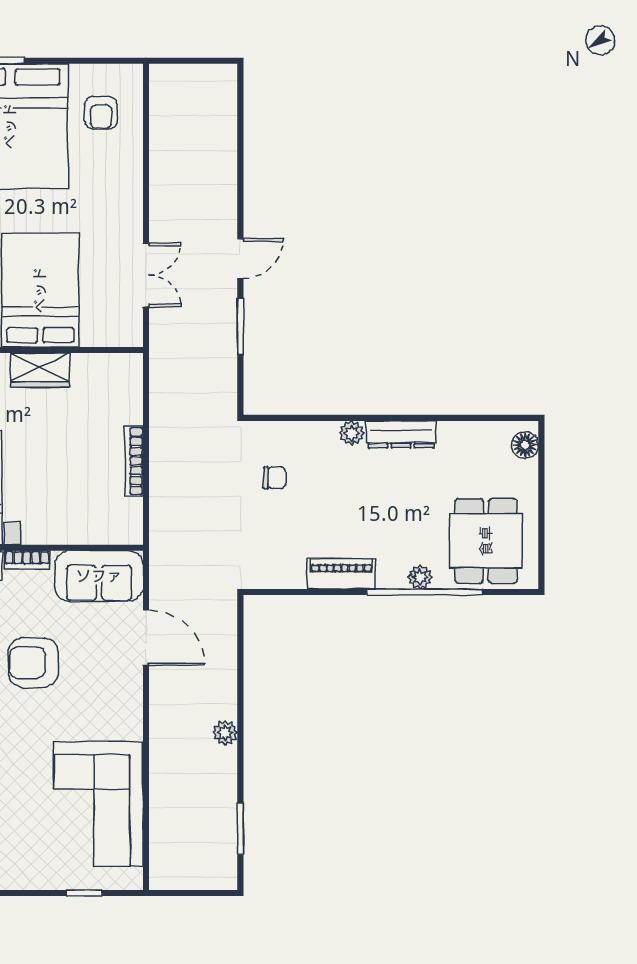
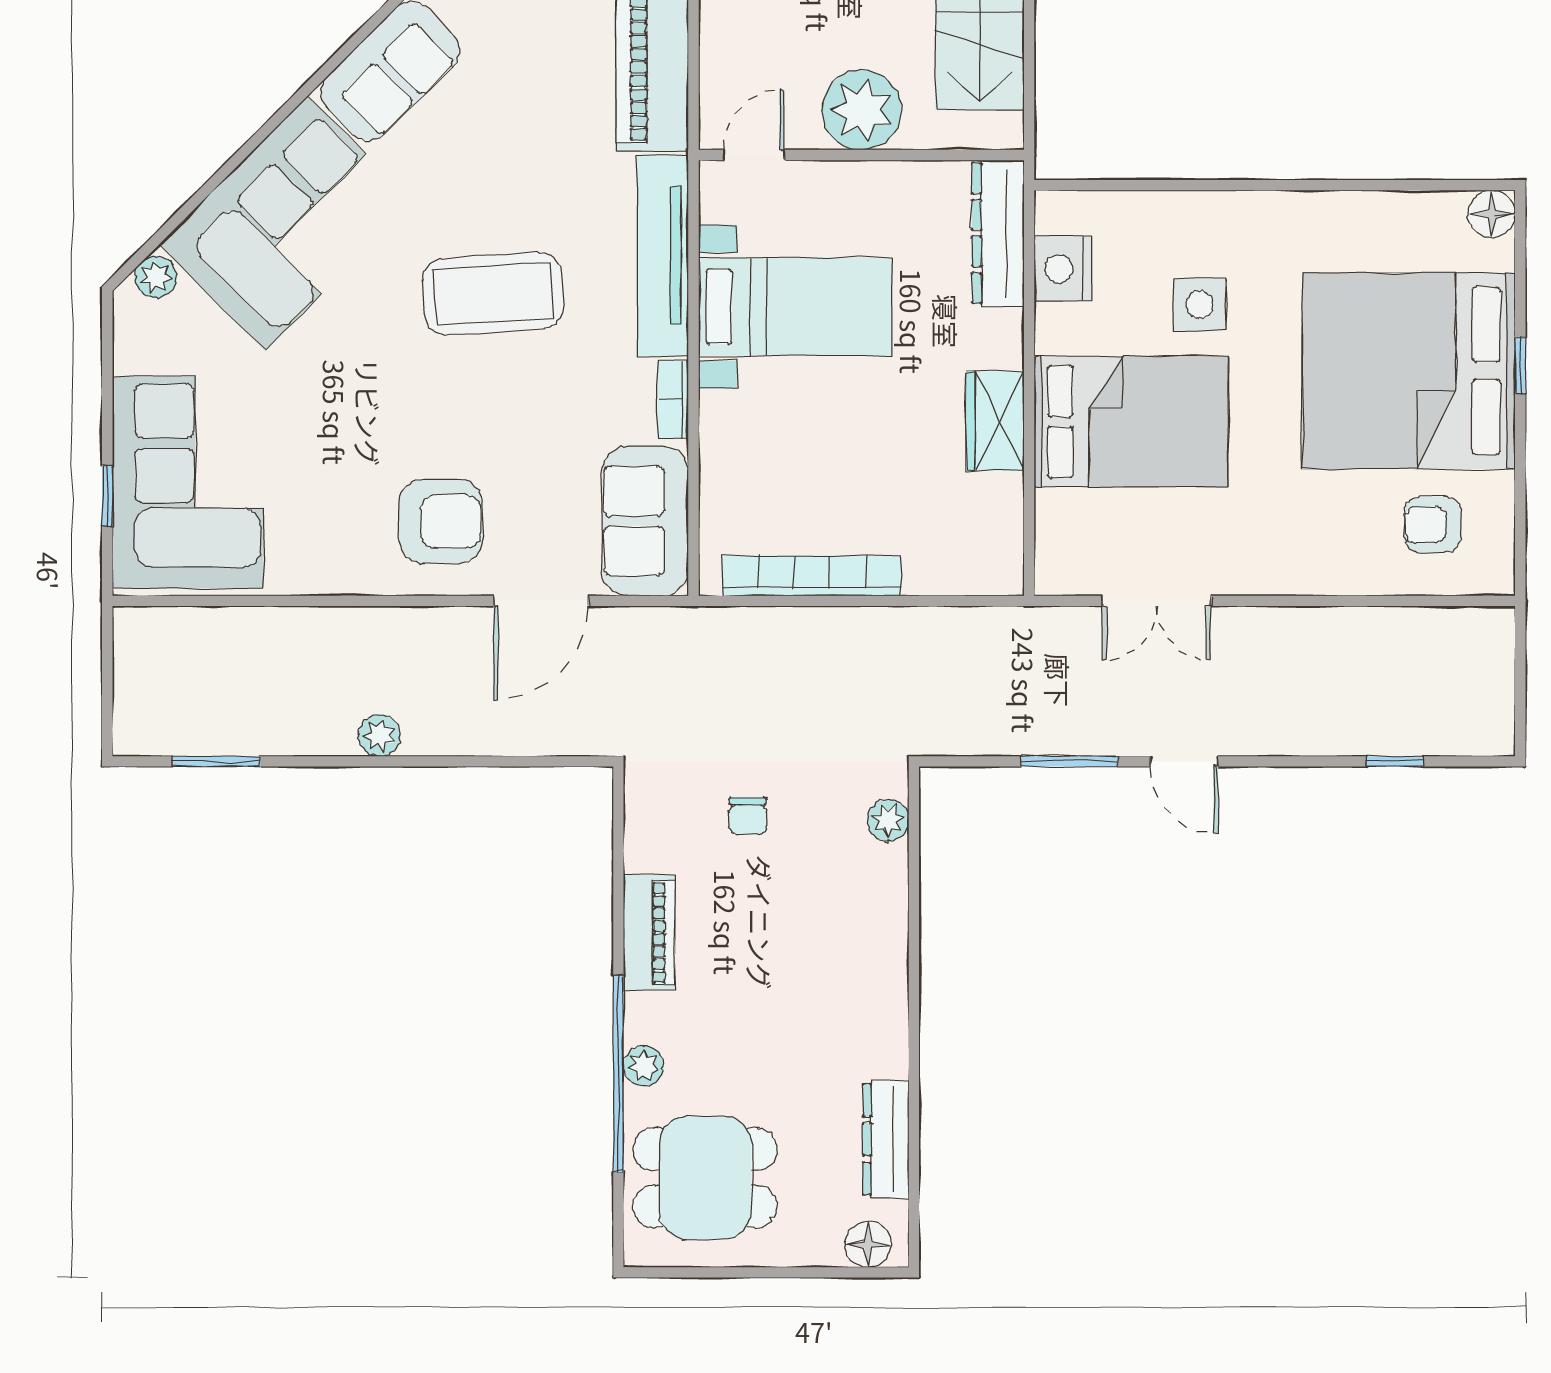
window: (240, 135) -> (1395, 761), added
plant: (352, 433) -> (888, 820), moved
dresser: (401, 434) -> (886, 1139), moved
bookcase: (134, 461) -> (812, 576), width x1.48, depth x1.31
chair: (275, 478) -> (748, 816), moved
armchair: (33, 663) -> (441, 521), moved, turned 90
corner sofa: (99, 804) -> (188, 483), moved, turned 90

